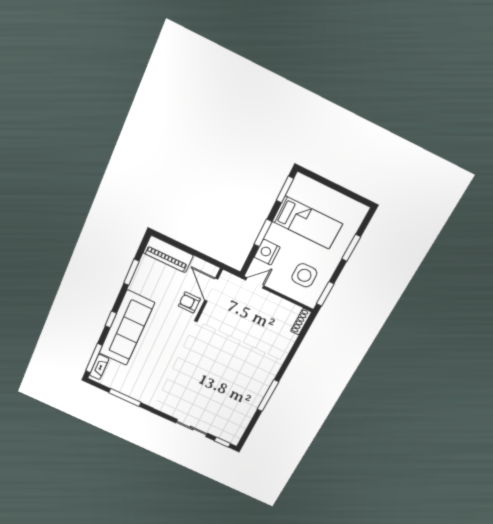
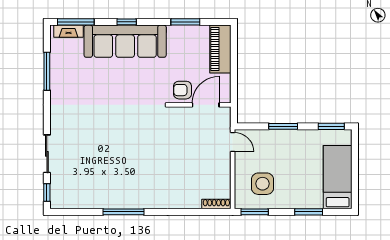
bed: (307, 223) -> (338, 177), moved, turned 180
nightstand: (267, 252) -> (267, 139), removed
armchair: (189, 302) -> (183, 90), turned -90

